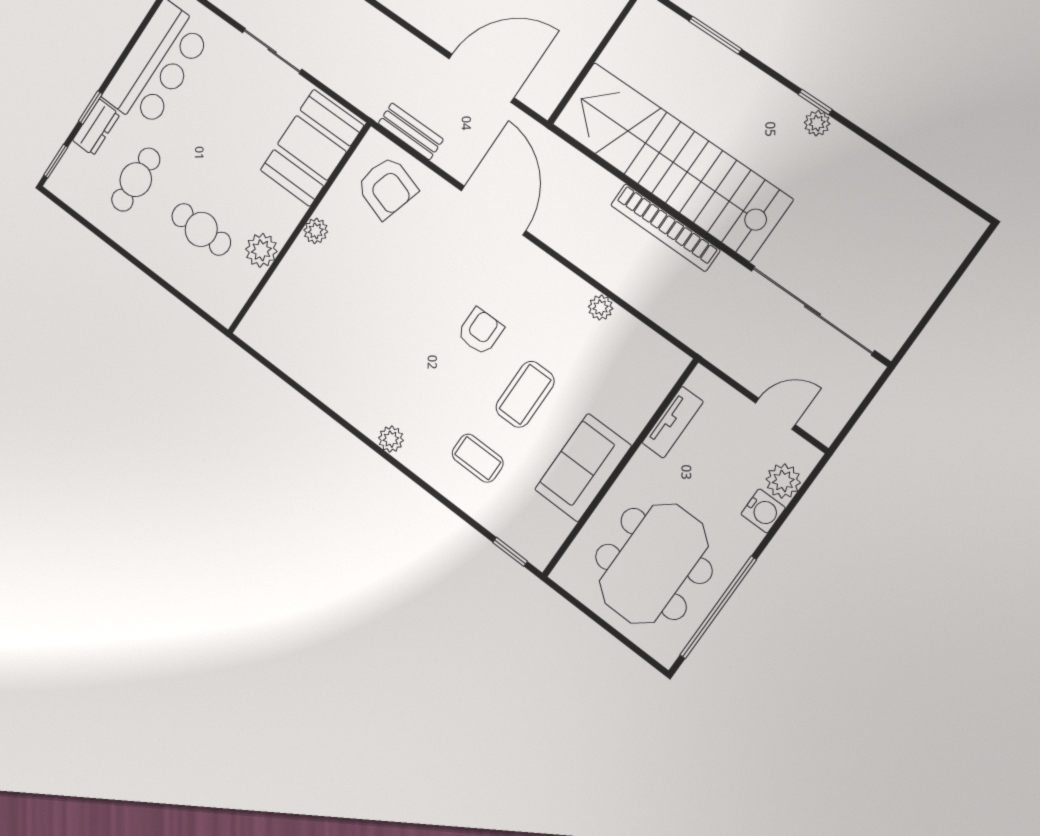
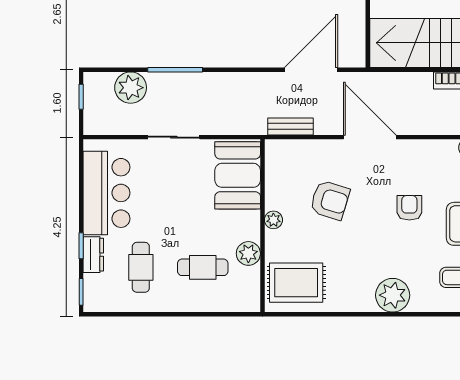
armchair: (387, 187) -> (330, 200), moved
rug: (291, 325) -> (296, 283), added
plant: (391, 439) -> (393, 295), width x1.87, depth x1.87

